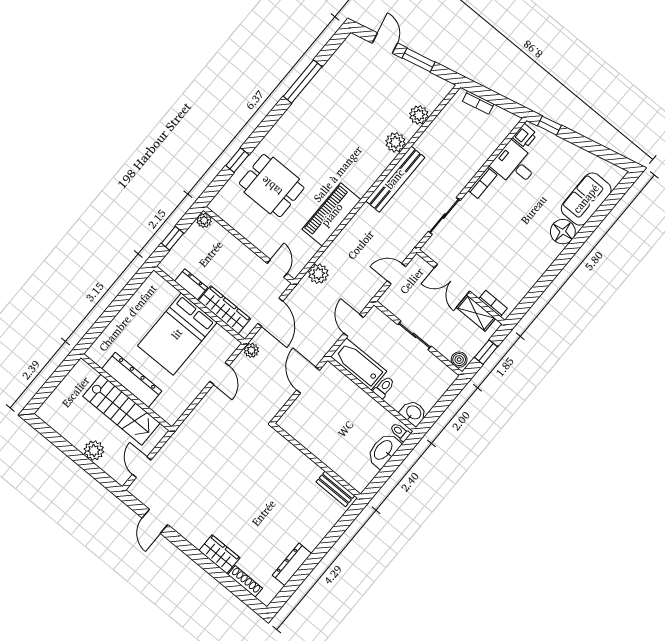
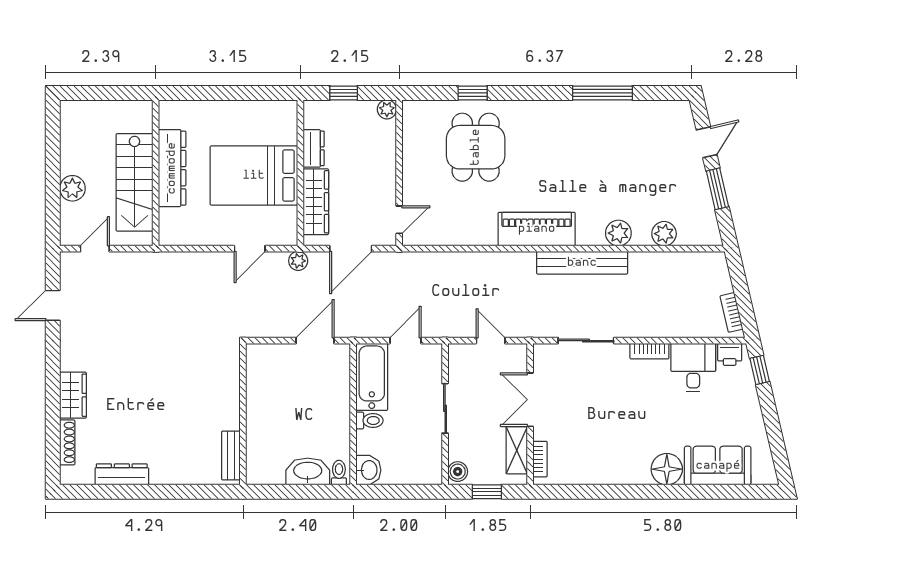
bookcase: (478, 103) -> (731, 312), moved
piano: (332, 215) -> (537, 229), moved
plant: (318, 274) -> (427, 264), removed

